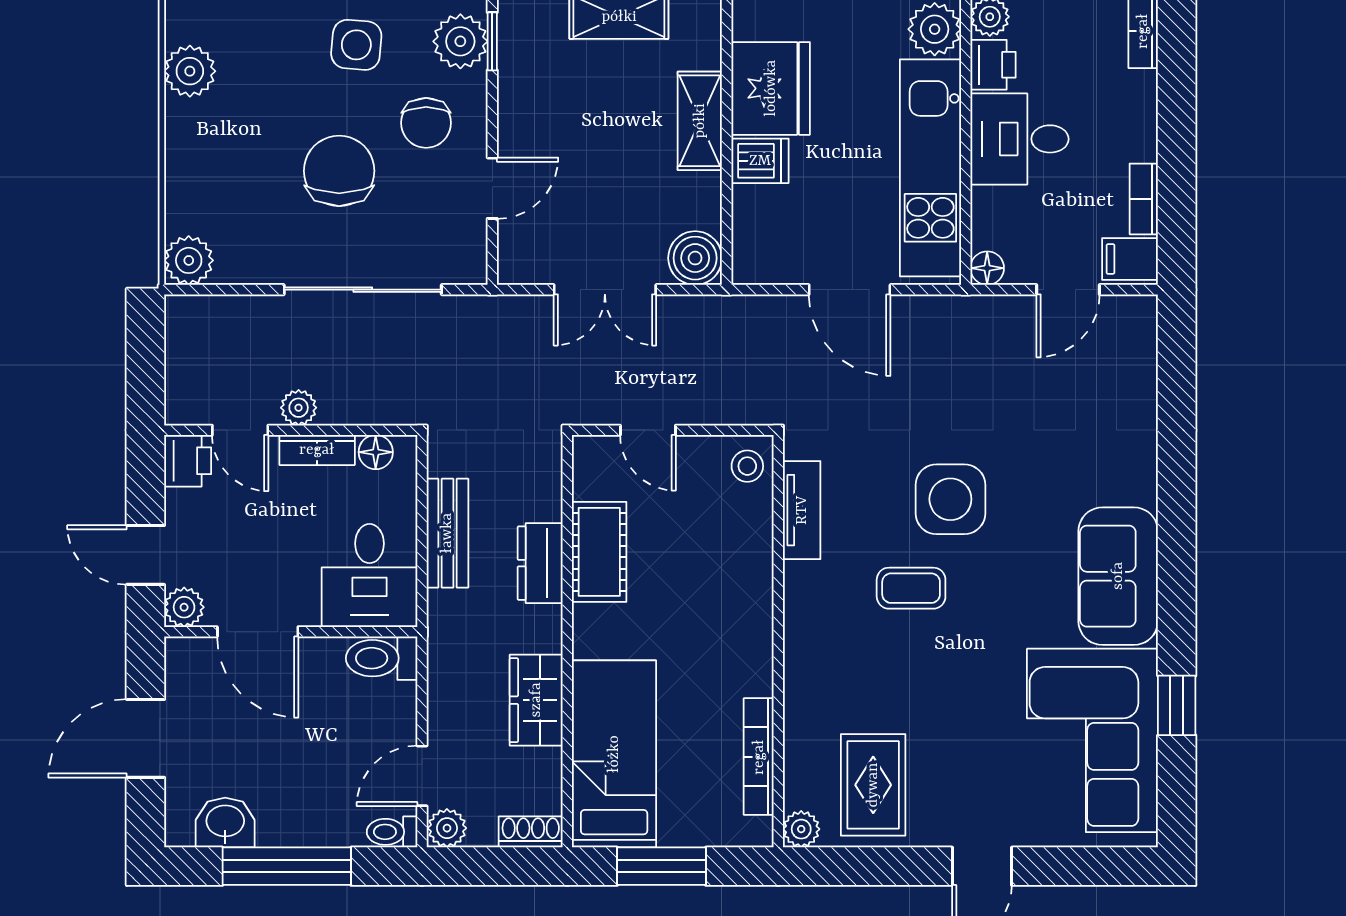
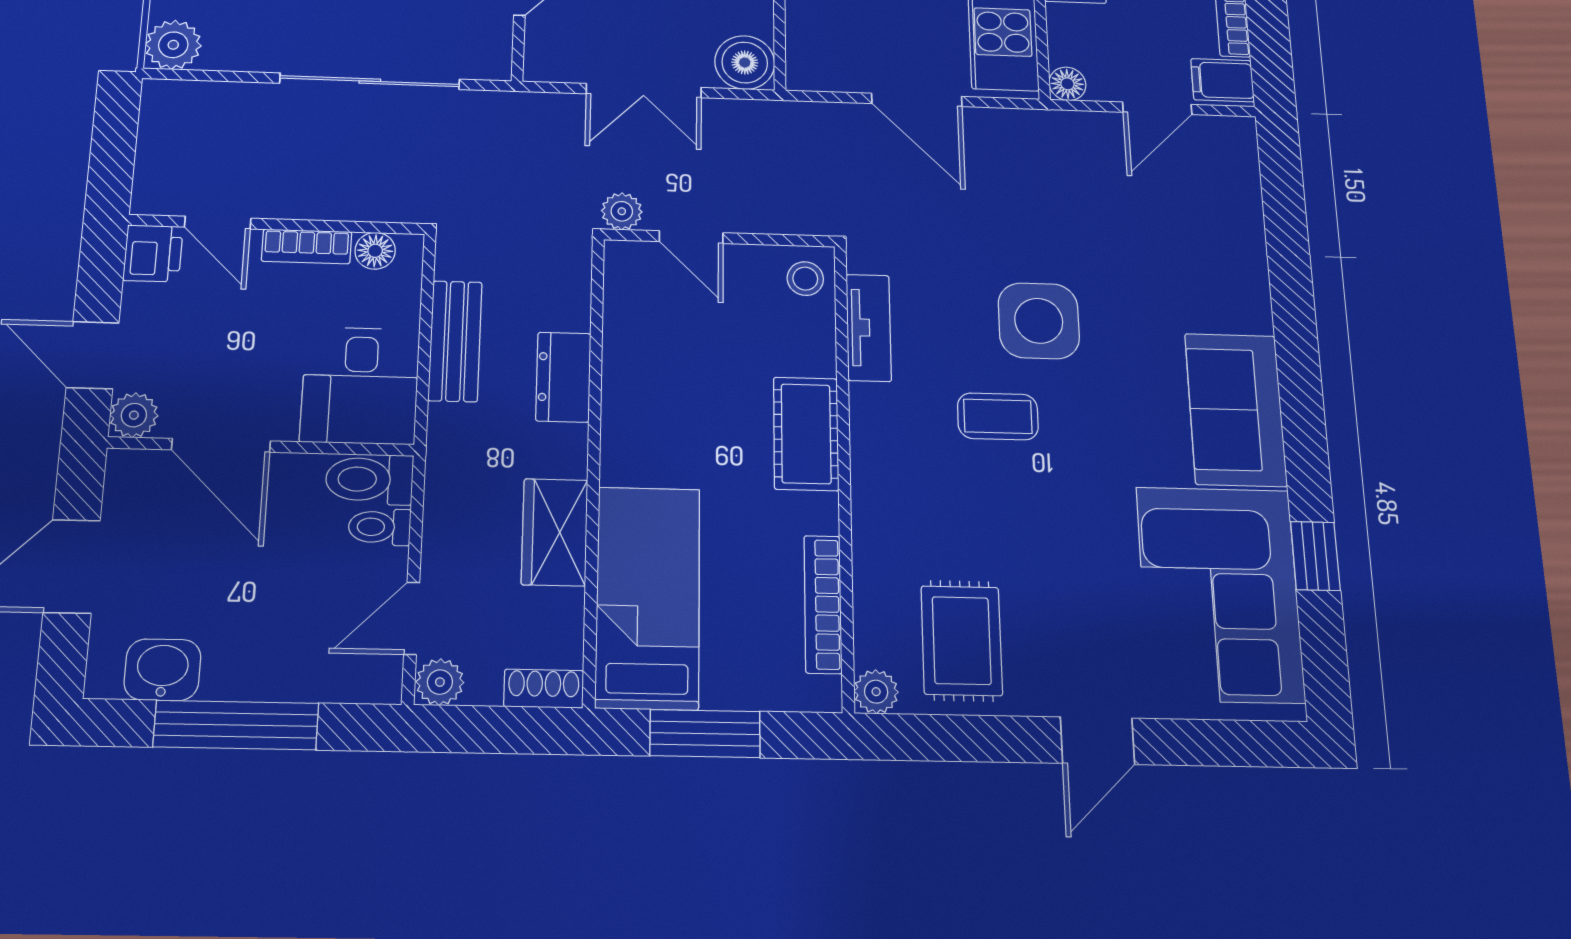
plant: (299, 408) -> (622, 211), moved
cot: (599, 552) -> (806, 434), moved
toilet: (392, 832) -> (380, 527), moved

